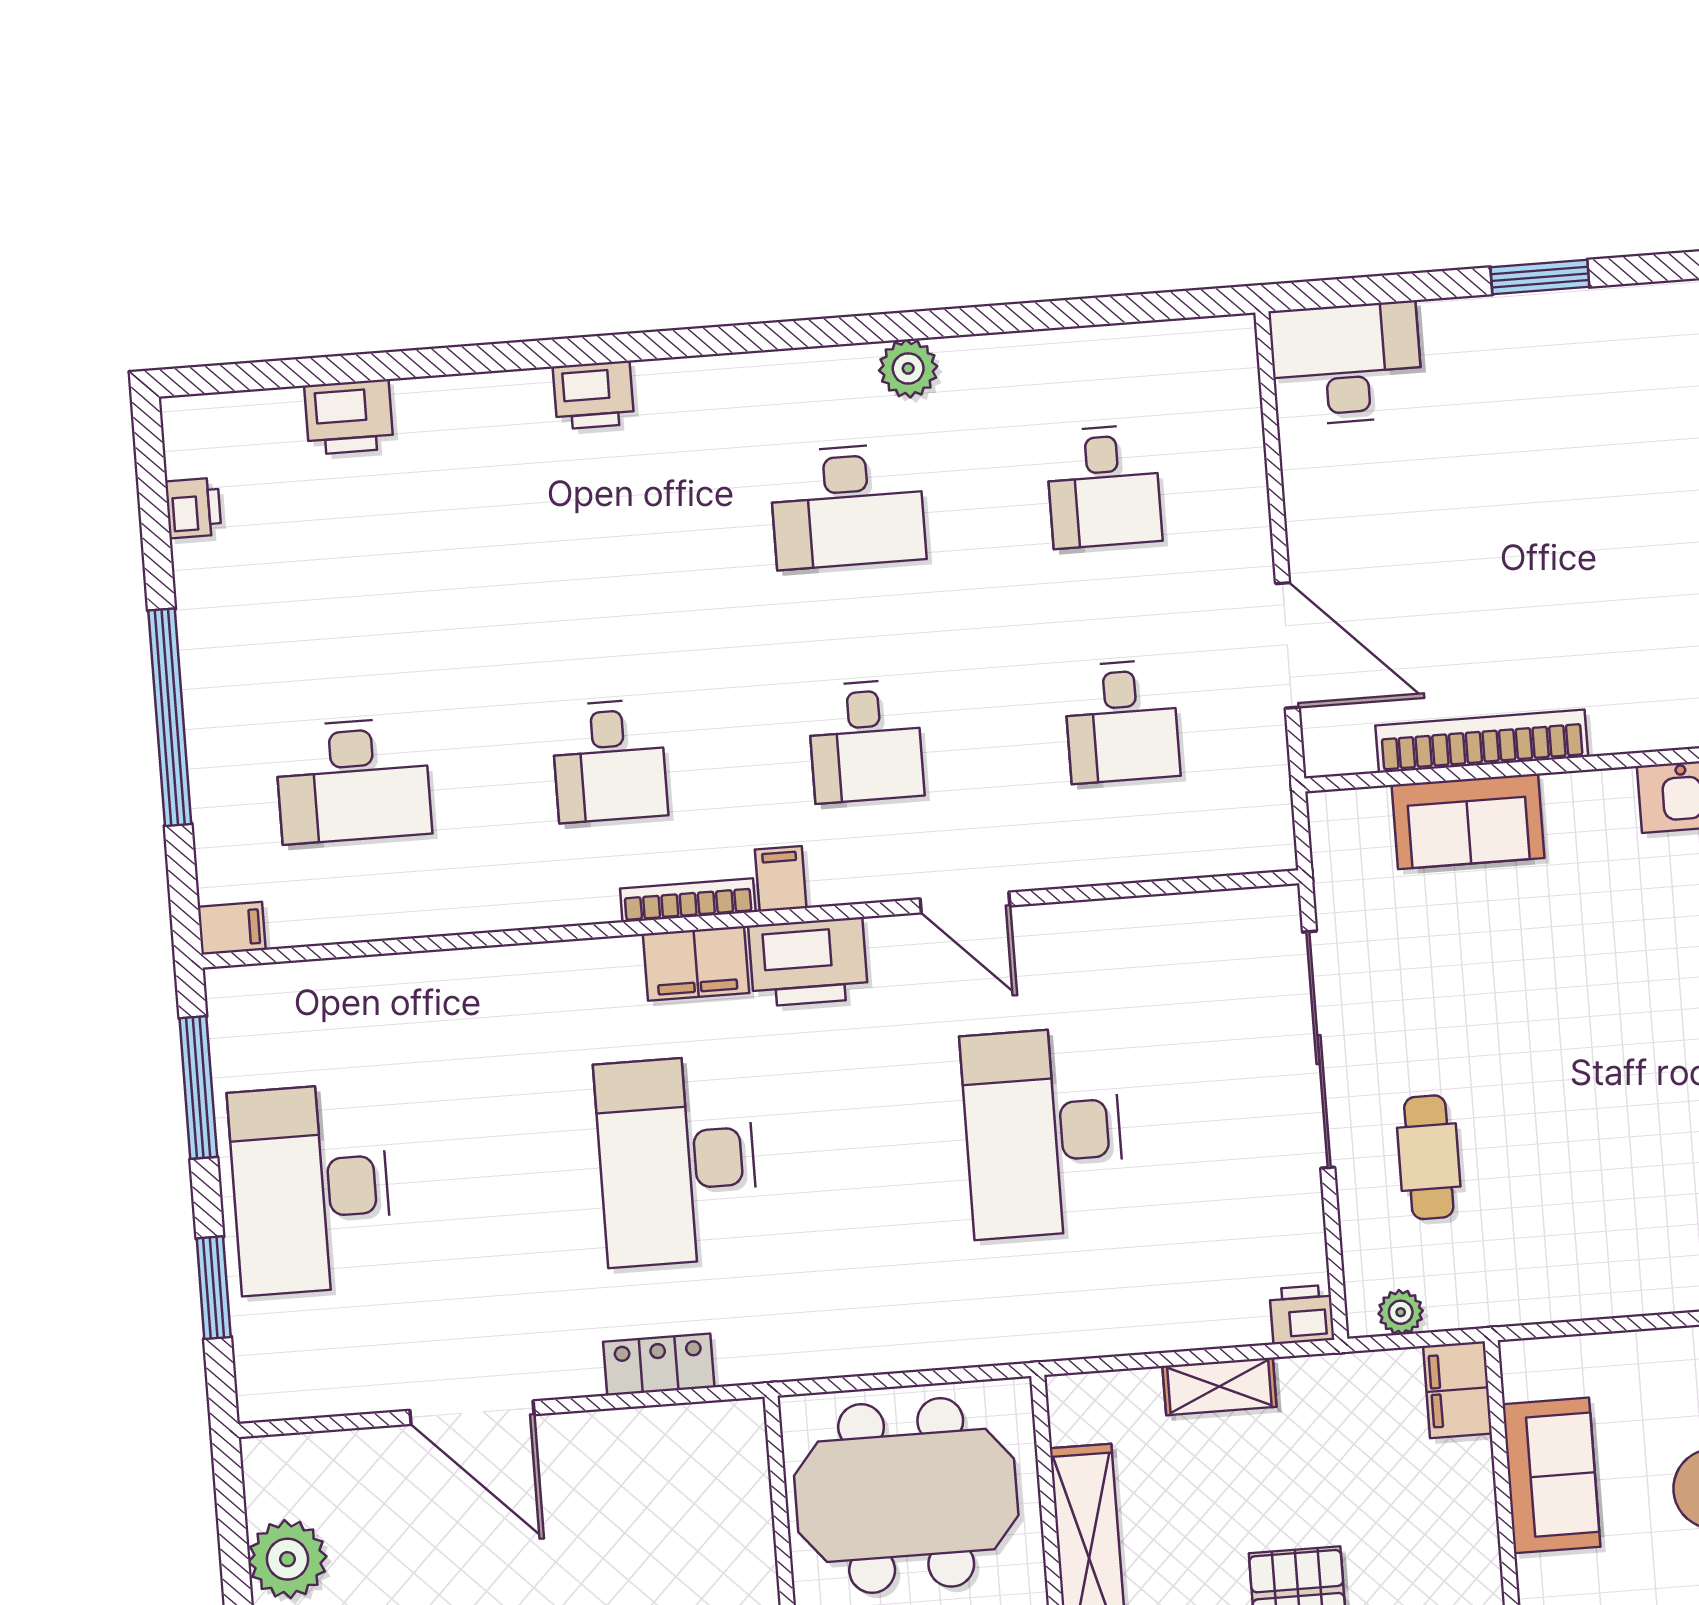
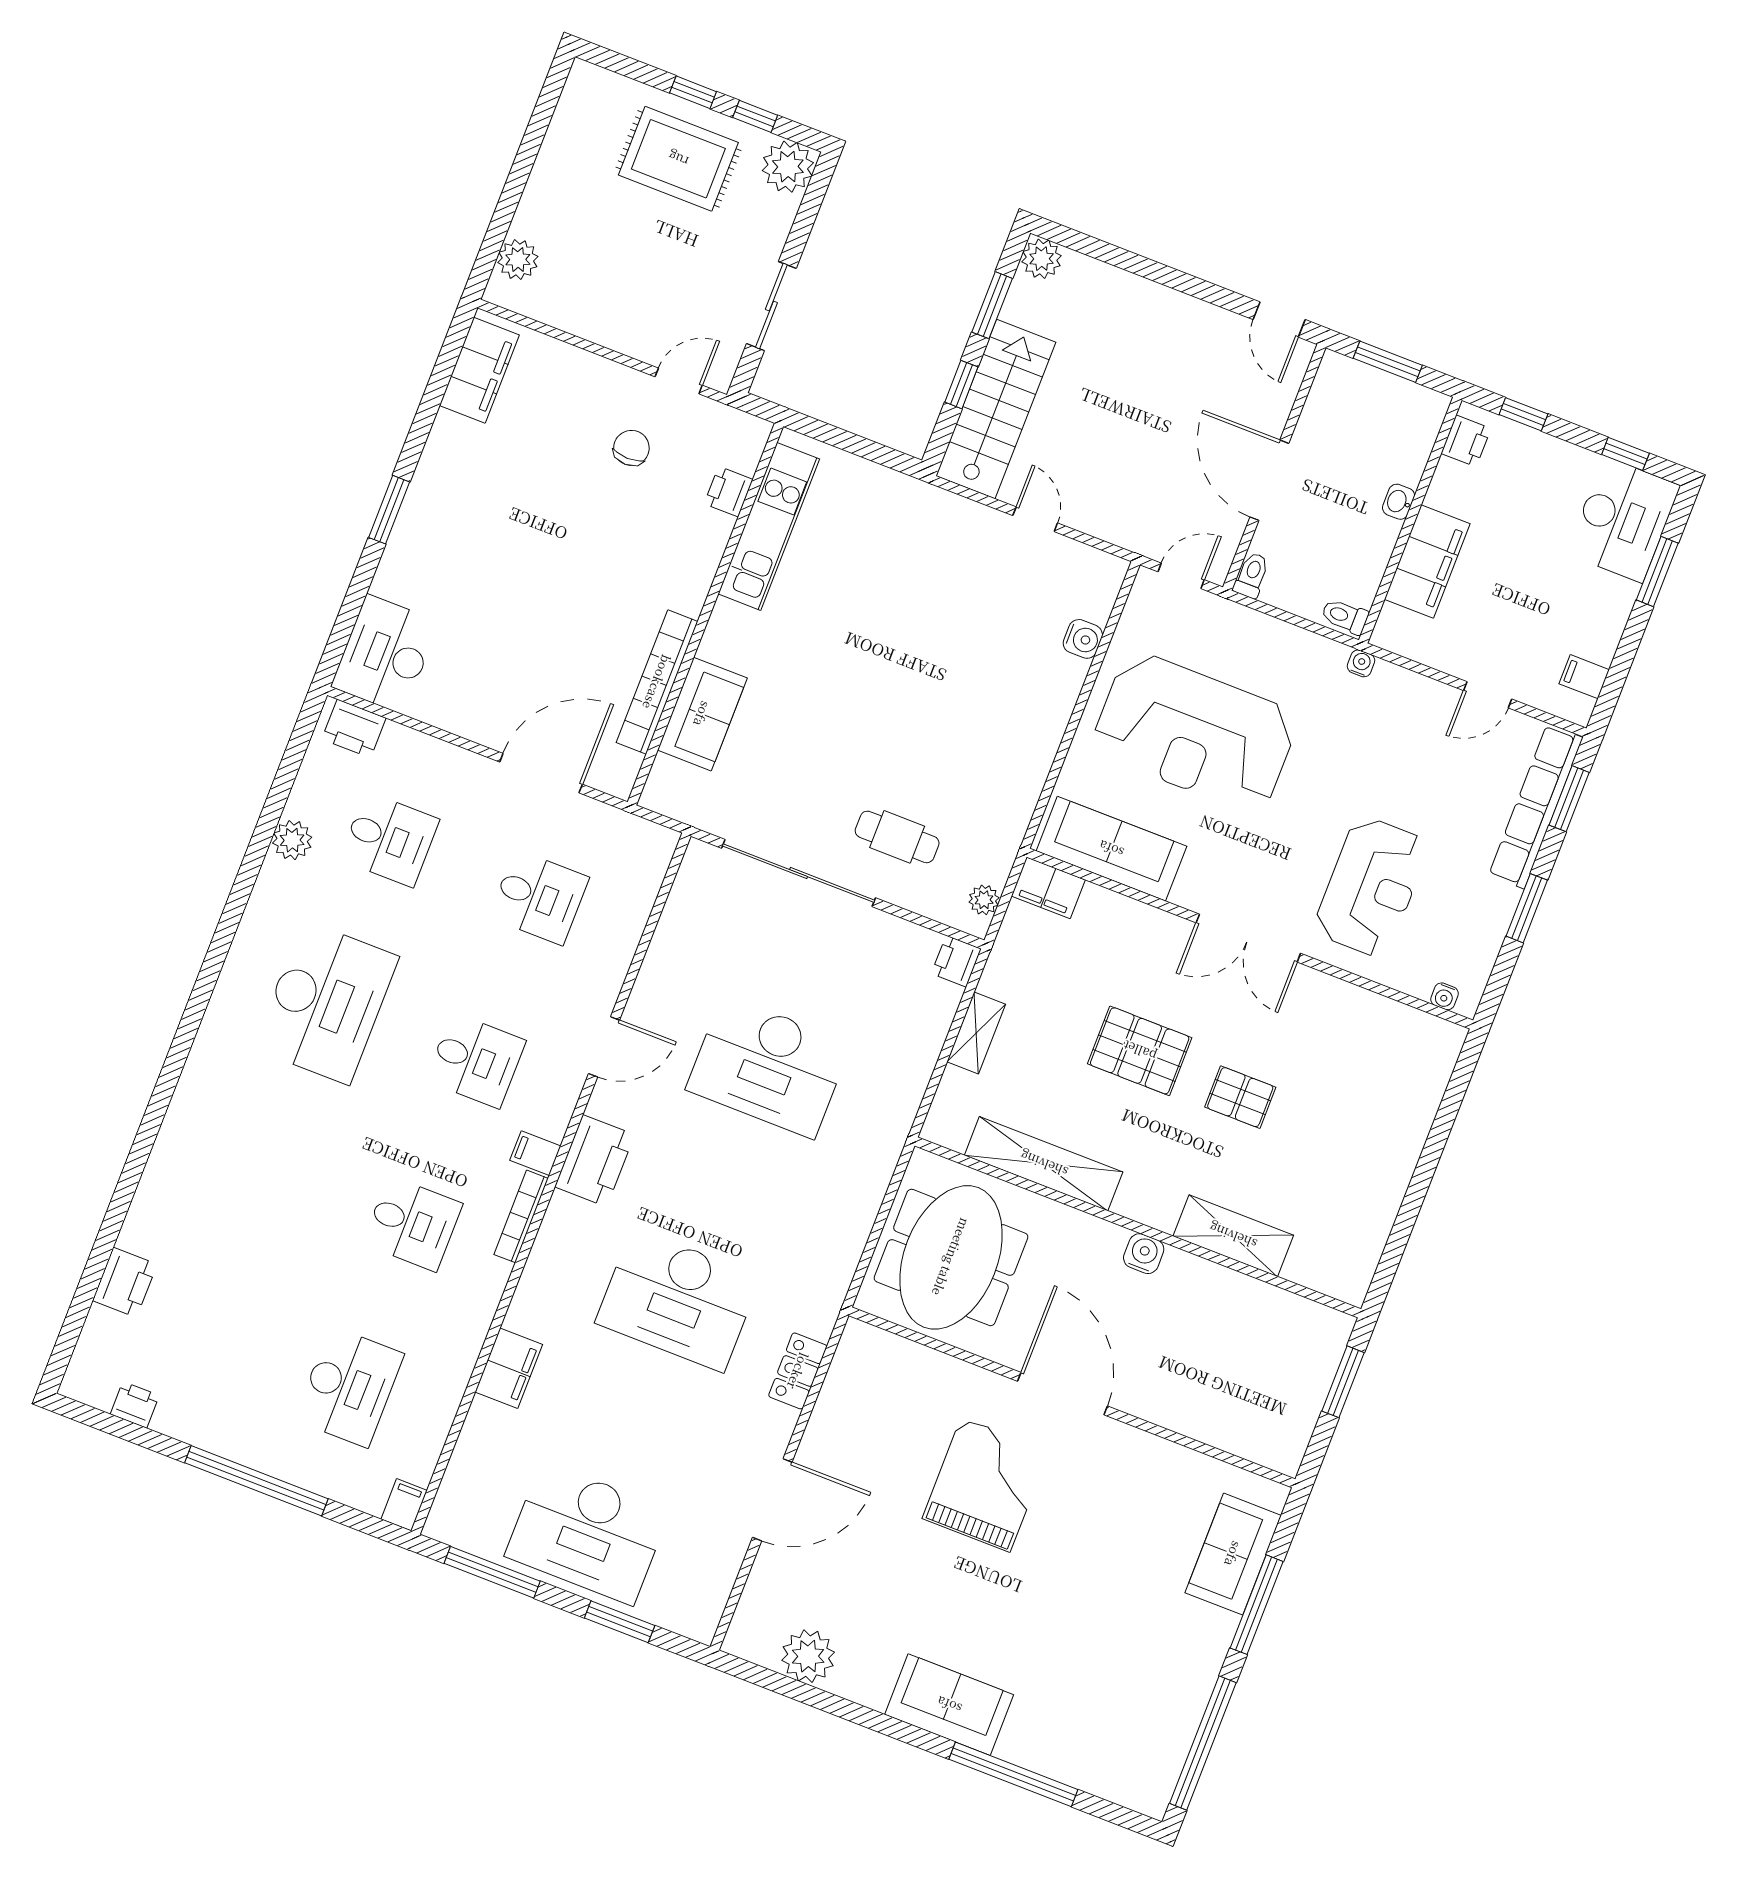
plant: (908, 368) -> (292, 840), moved
printer: (594, 395) -> (354, 729), moved, turned 90
desk: (848, 506) -> (326, 1002), width x1.36, depth x1.30
filing cabinet: (696, 963) -> (509, 1368), moved
sofa: (1551, 1475) -> (1111, 849), width x1.36

